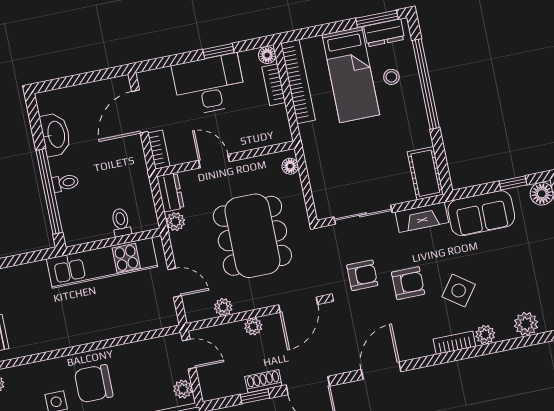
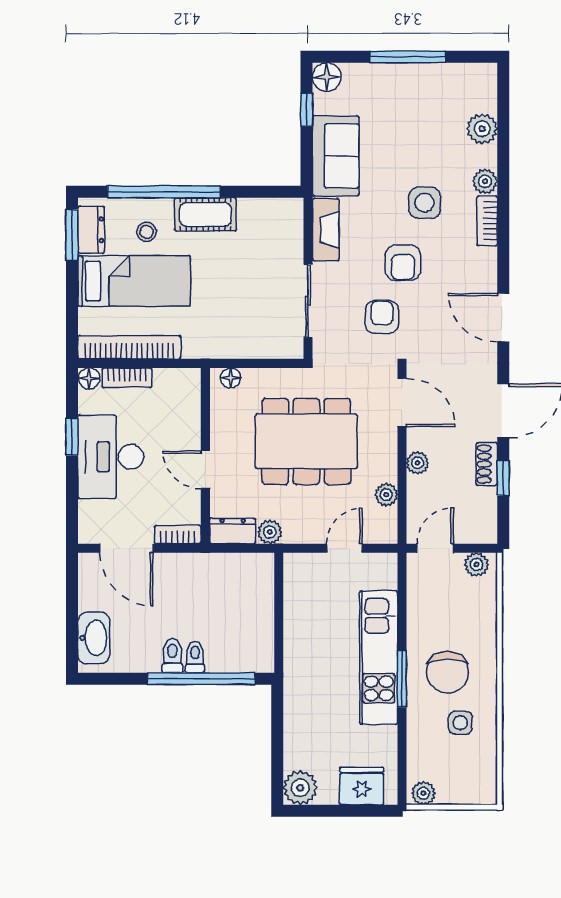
washbasin: (55, 134) -> (94, 638), moved, turned 90
door: (214, 161) -> (205, 470), hinge flipped
cot: (425, 173) -> (205, 214), moved
toilet: (121, 222) -> (172, 656), moved, turned 90
kitchen unit: (102, 263) -> (379, 658), moved, turned 180
armchair: (408, 283) -> (403, 263), turned 180
side table: (459, 291) -> (425, 203), turned -36
window: (81, 349) -> (402, 679), added

